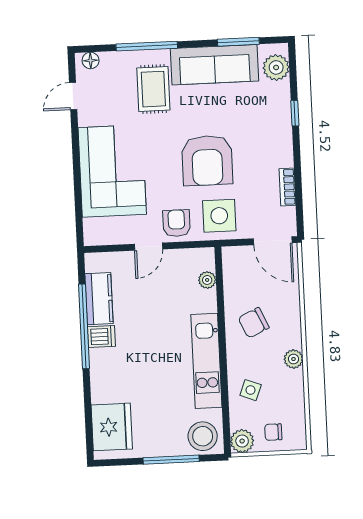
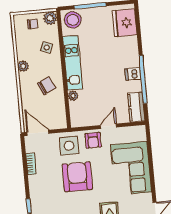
plant: (207, 280) -> (73, 96), moved
kitchen counter: (99, 299) -> (136, 107), moved

